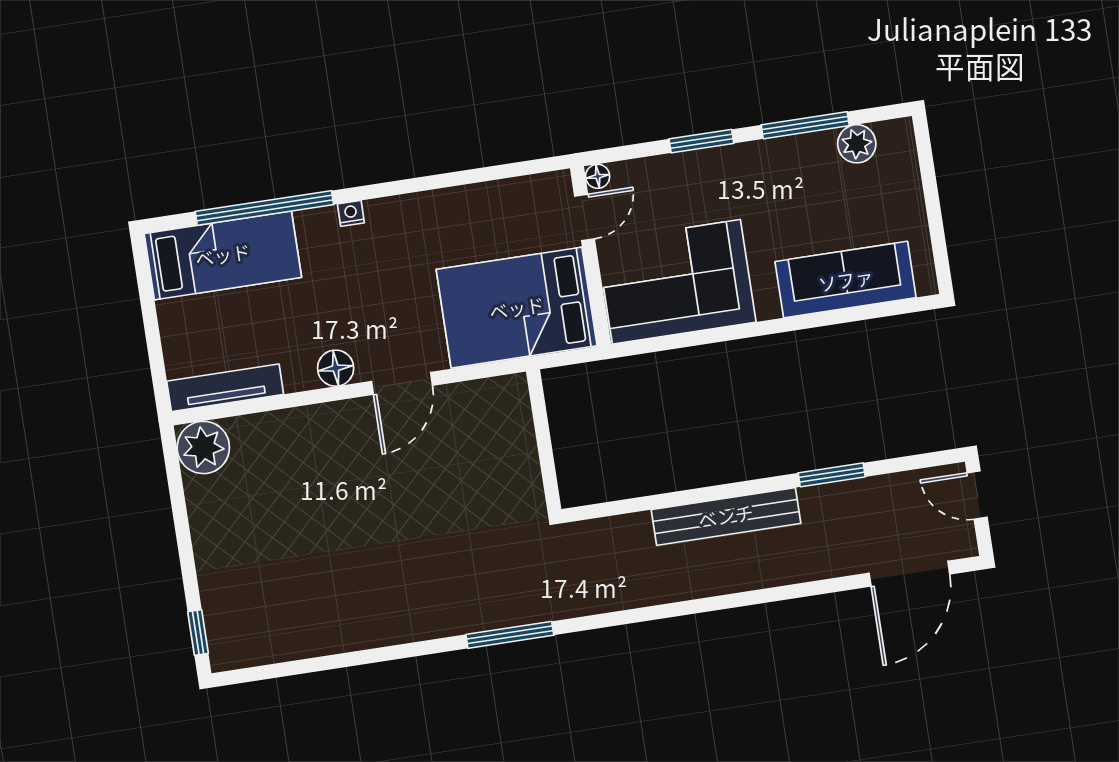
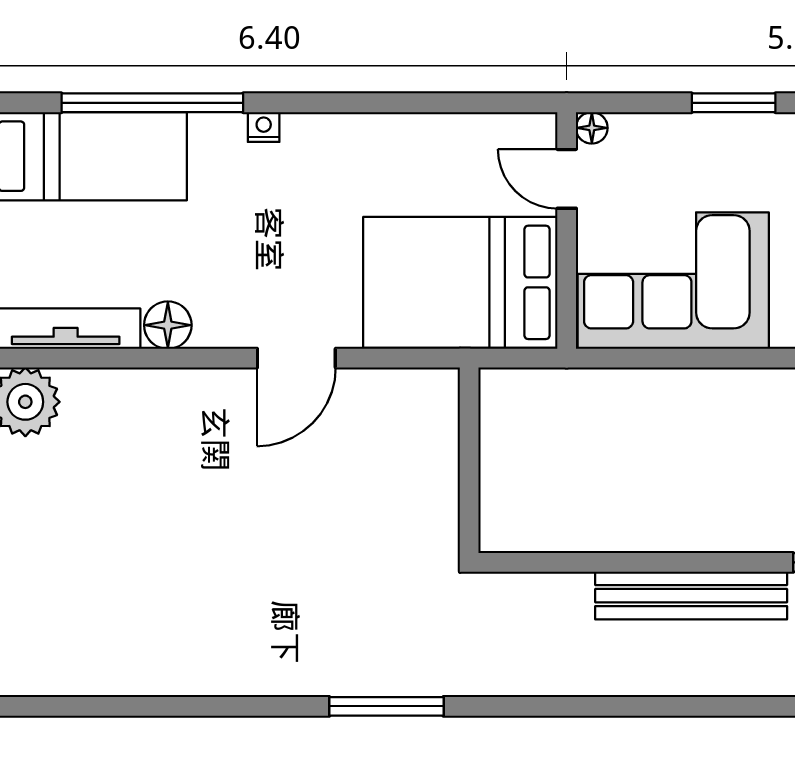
door: (585, 217) -> (567, 179), swing flipped
floor lamp: (336, 368) -> (168, 325), moved

